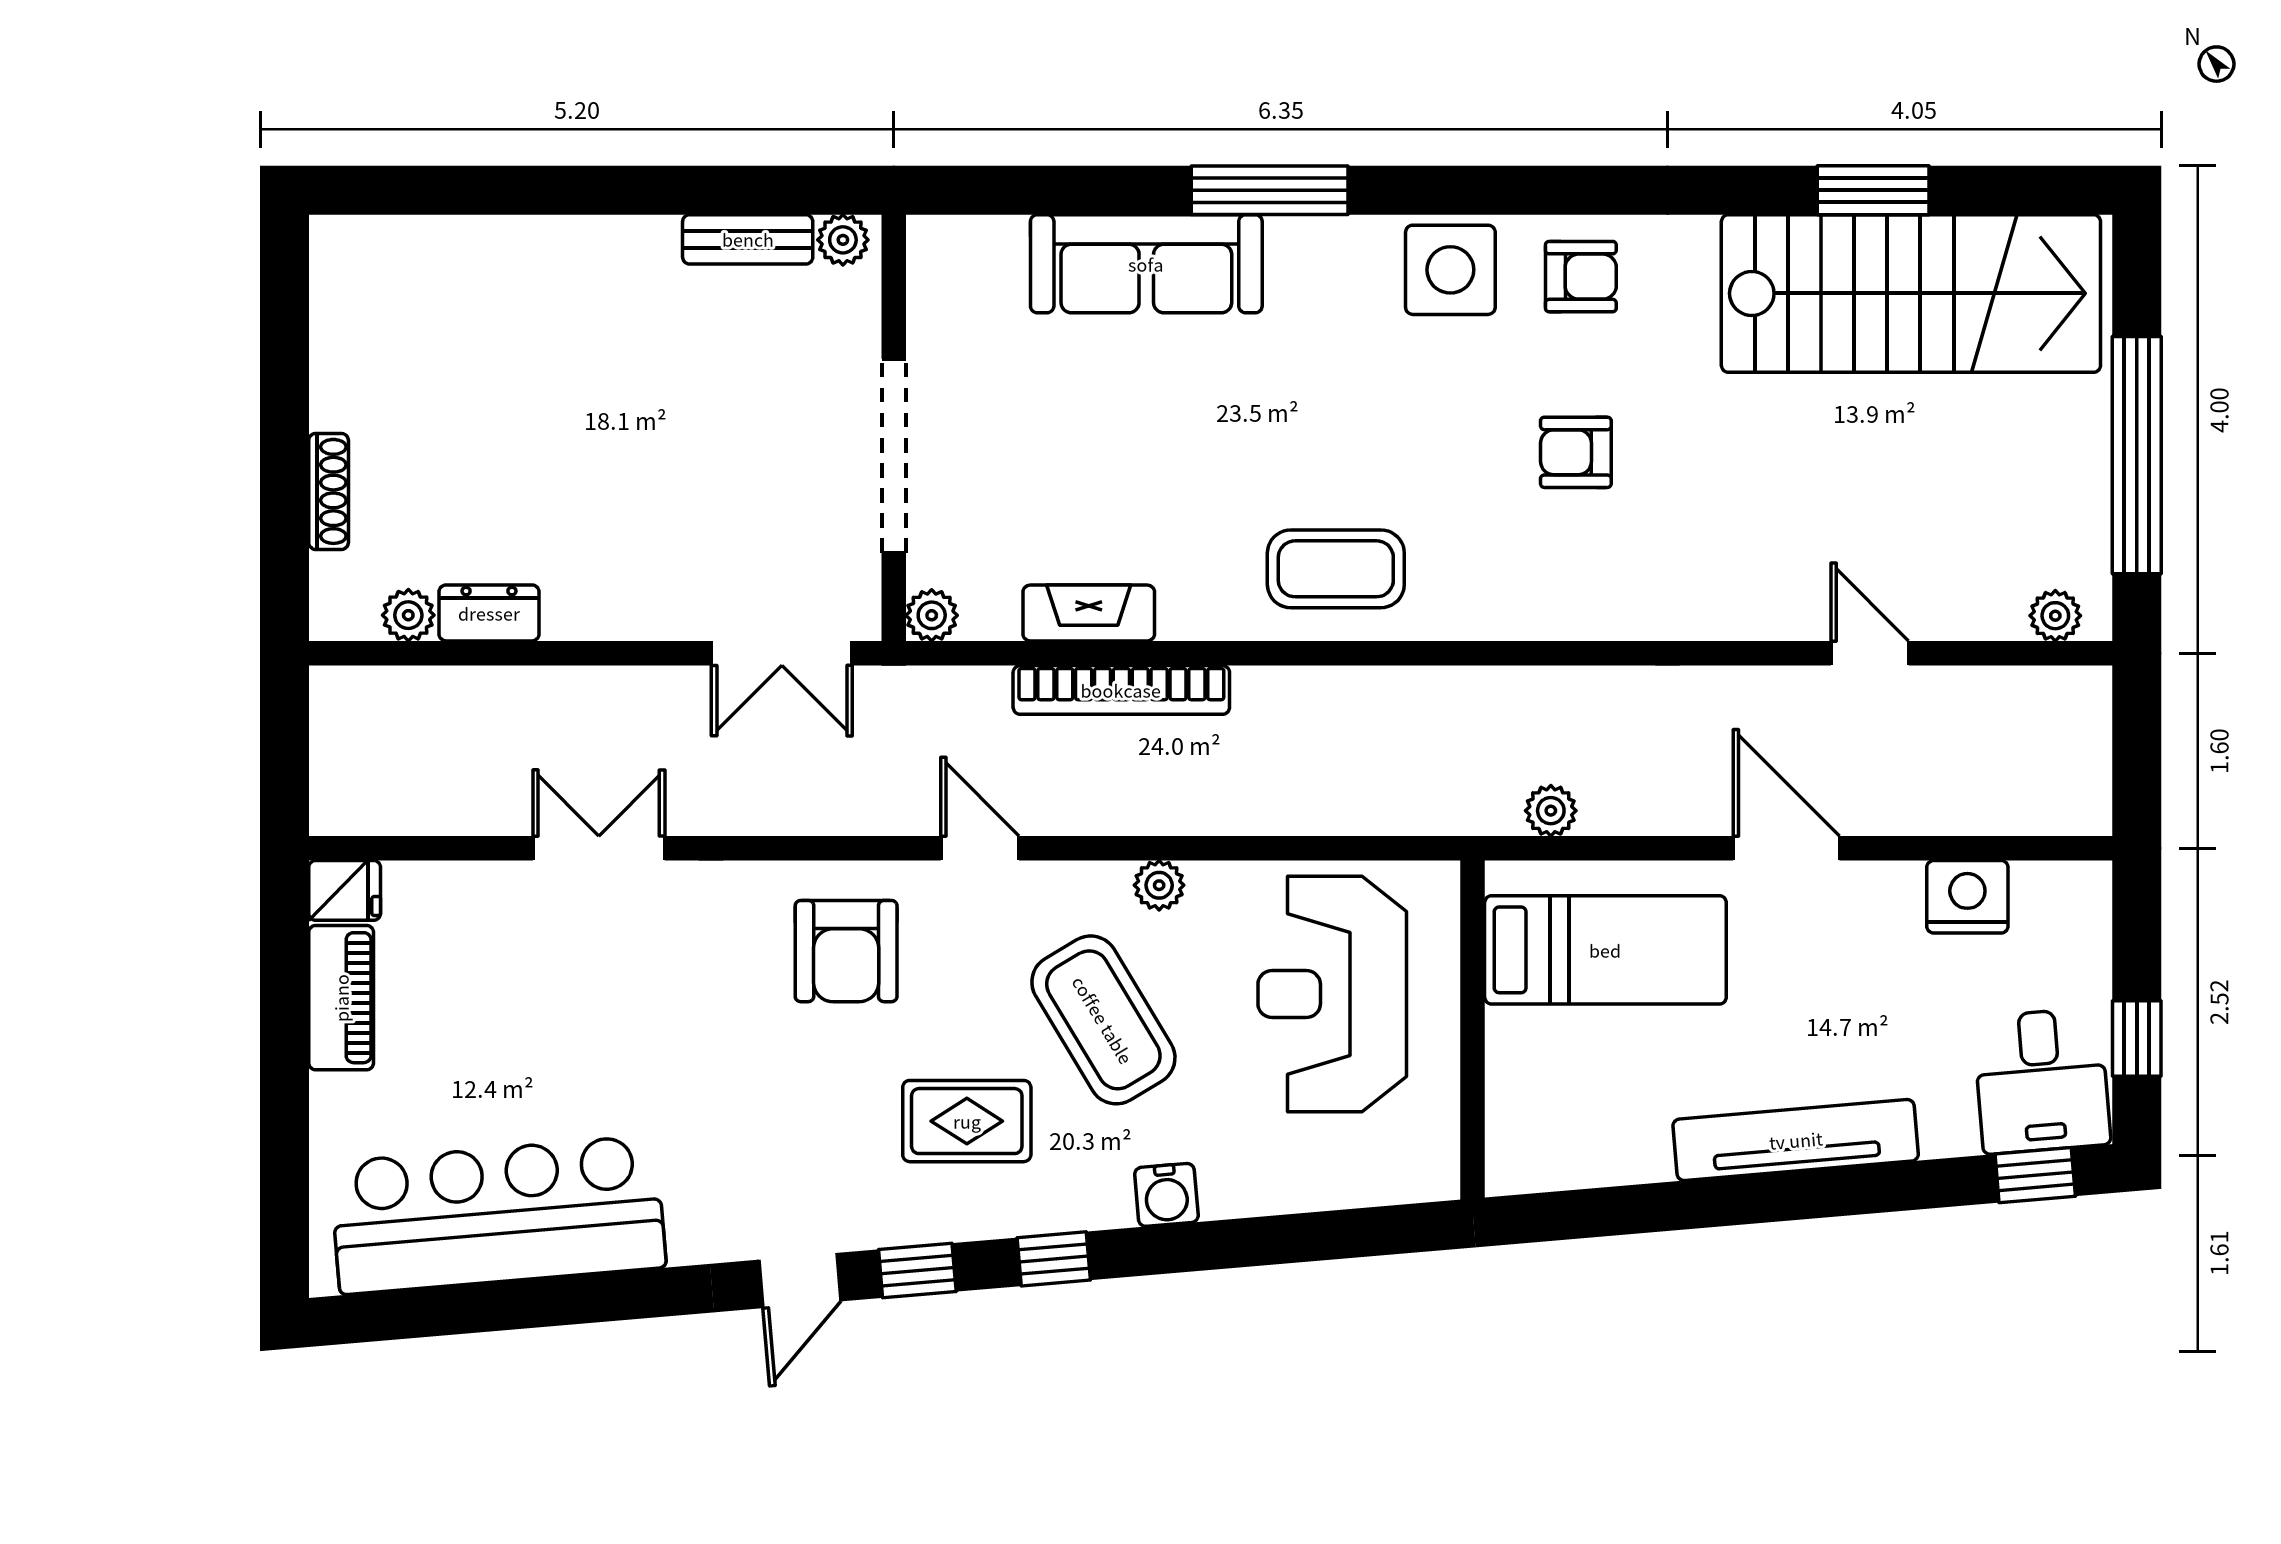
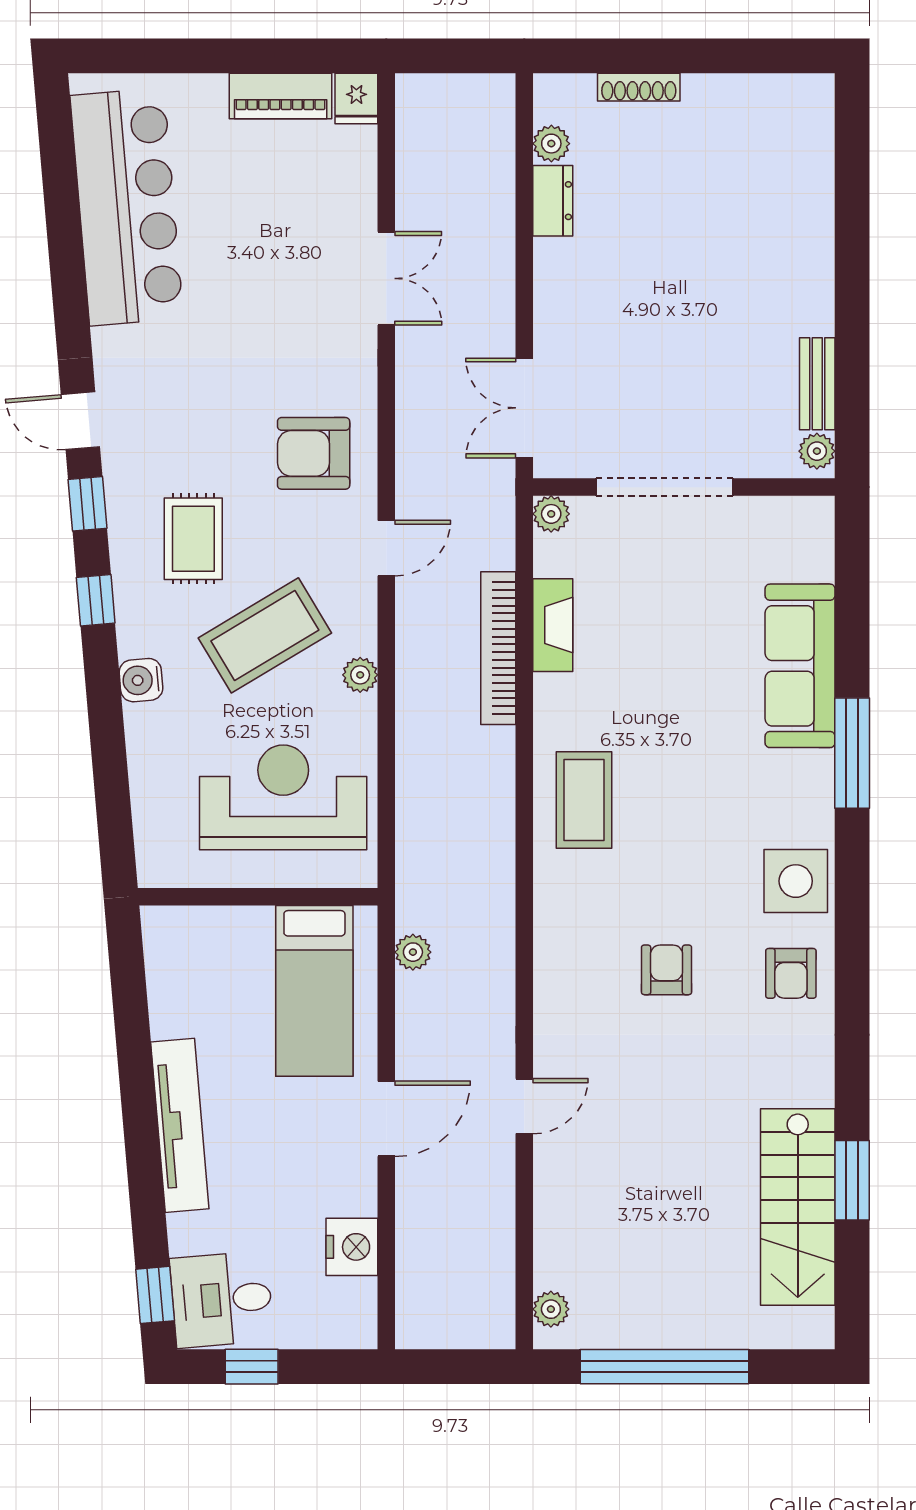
stairs: (1911, 293) -> (798, 1207), width x0.73, depth x0.66
door: (1870, 653) -> (524, 1106), moved

